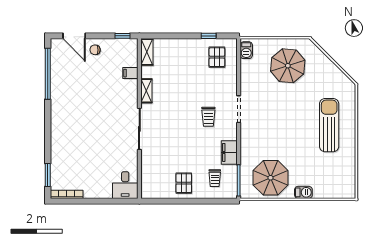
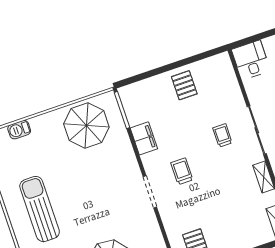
sun lounger: (329, 125) -> (40, 209), turned 180
trolley: (215, 178) -> (222, 135), moved
barbecue: (303, 192) -> (19, 130), moved

